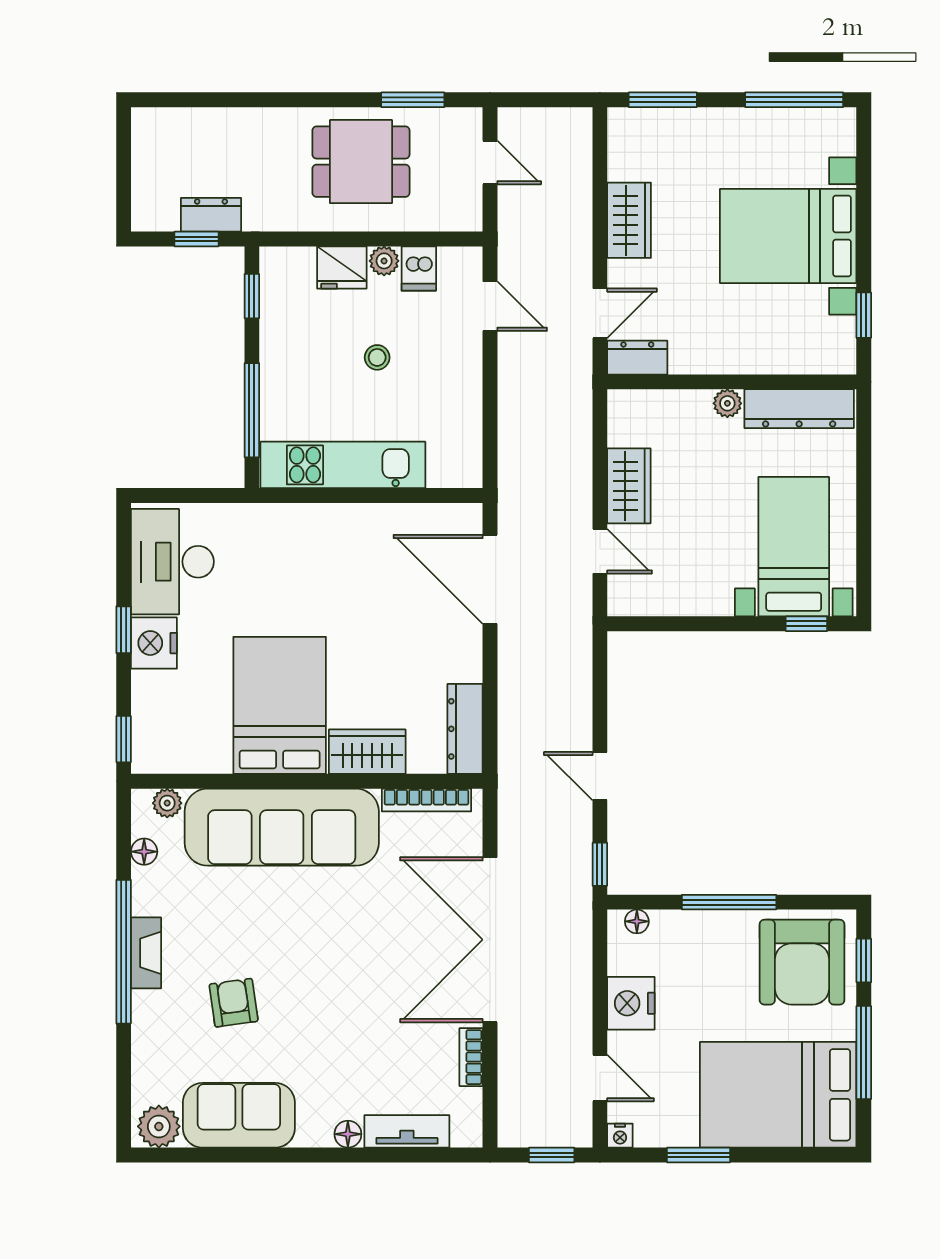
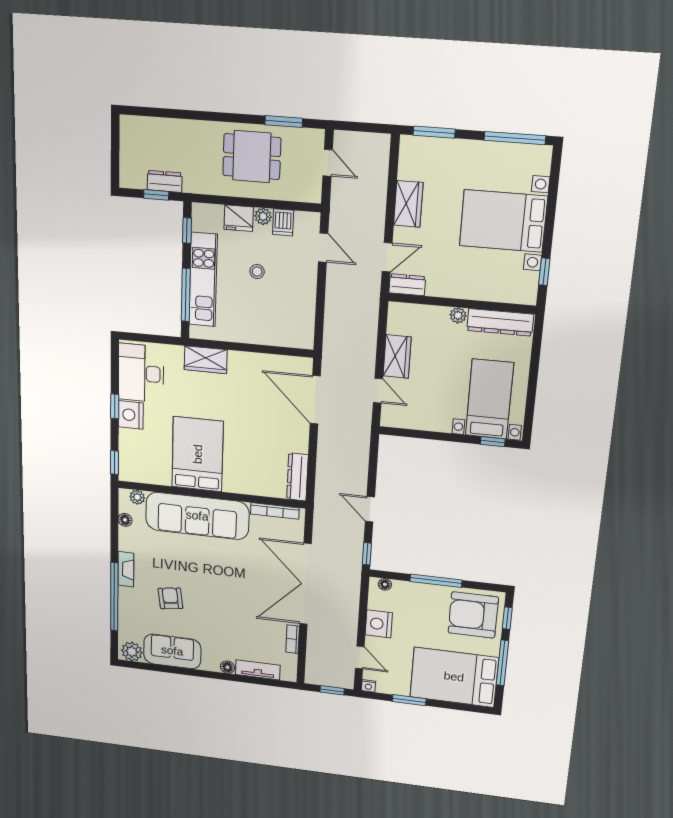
kitchen unit: (343, 465) -> (203, 280), moved, turned 90
wardrobe: (367, 752) -> (206, 360), moved, turned 180
window: (124, 952) -> (114, 597), moved
armchair: (802, 962) -> (473, 615), turned 90

